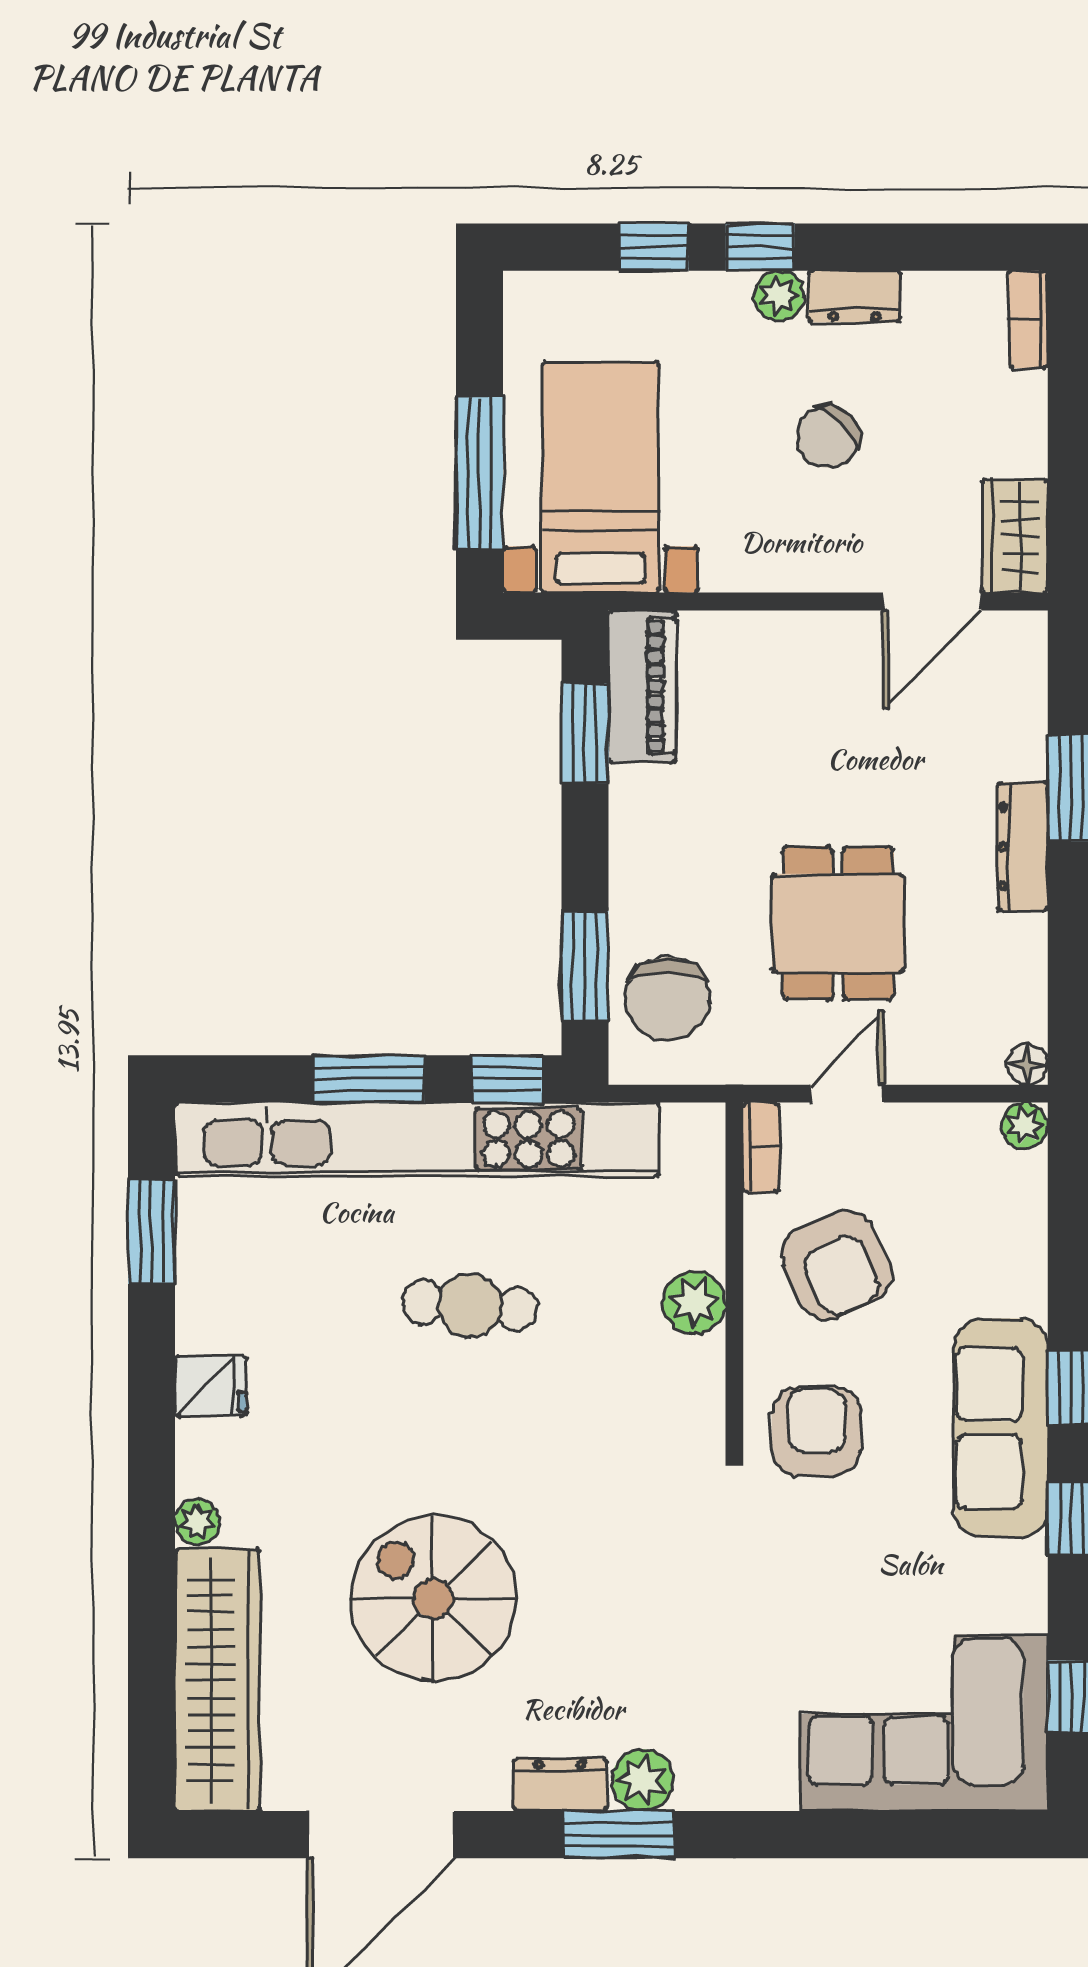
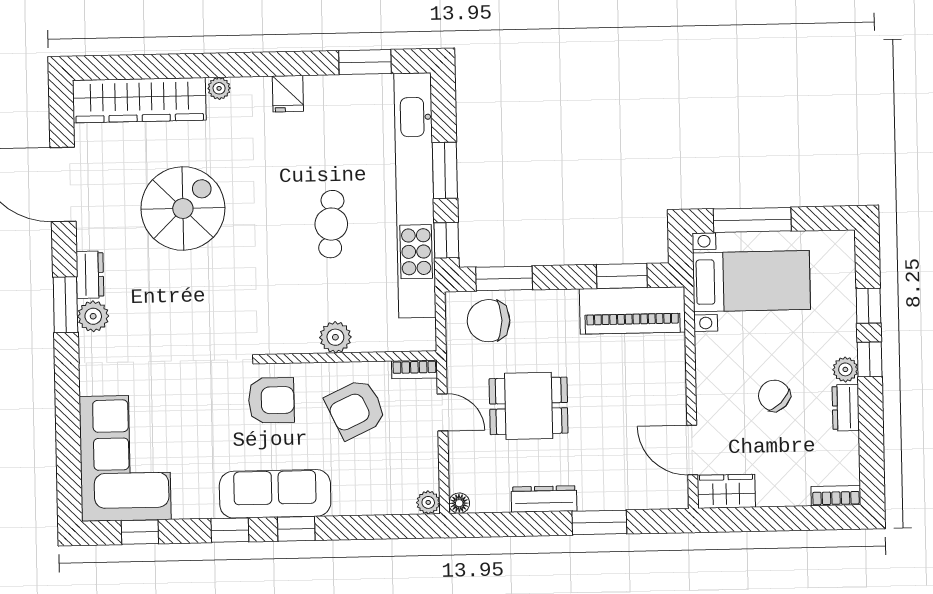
piano: (642, 686) -> (632, 310), width x1.37, depth x1.33
dresser: (1023, 847) -> (544, 499), moved

